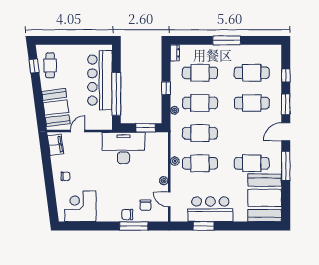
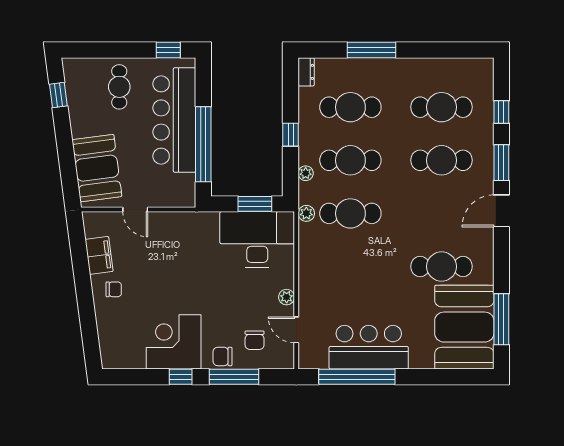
window: (96, 40) -> (168, 50), added
window: (227, 40) -> (371, 50), moved
cafe table: (50, 65) -> (119, 87), moved
door: (78, 131) -> (135, 210), swing flipped
filing cabinet: (56, 145) -> (99, 255), moved
desk: (123, 148) -> (257, 239), moved
plant: (175, 161) -> (306, 213), moved
cafe table: (200, 163) -> (350, 267), removed
window: (286, 166) -> (501, 319), moved
corner desk: (80, 206) -> (174, 342), moved
window: (104, 226) -> (181, 377), added
window: (204, 226) -> (357, 377), width x2.11

